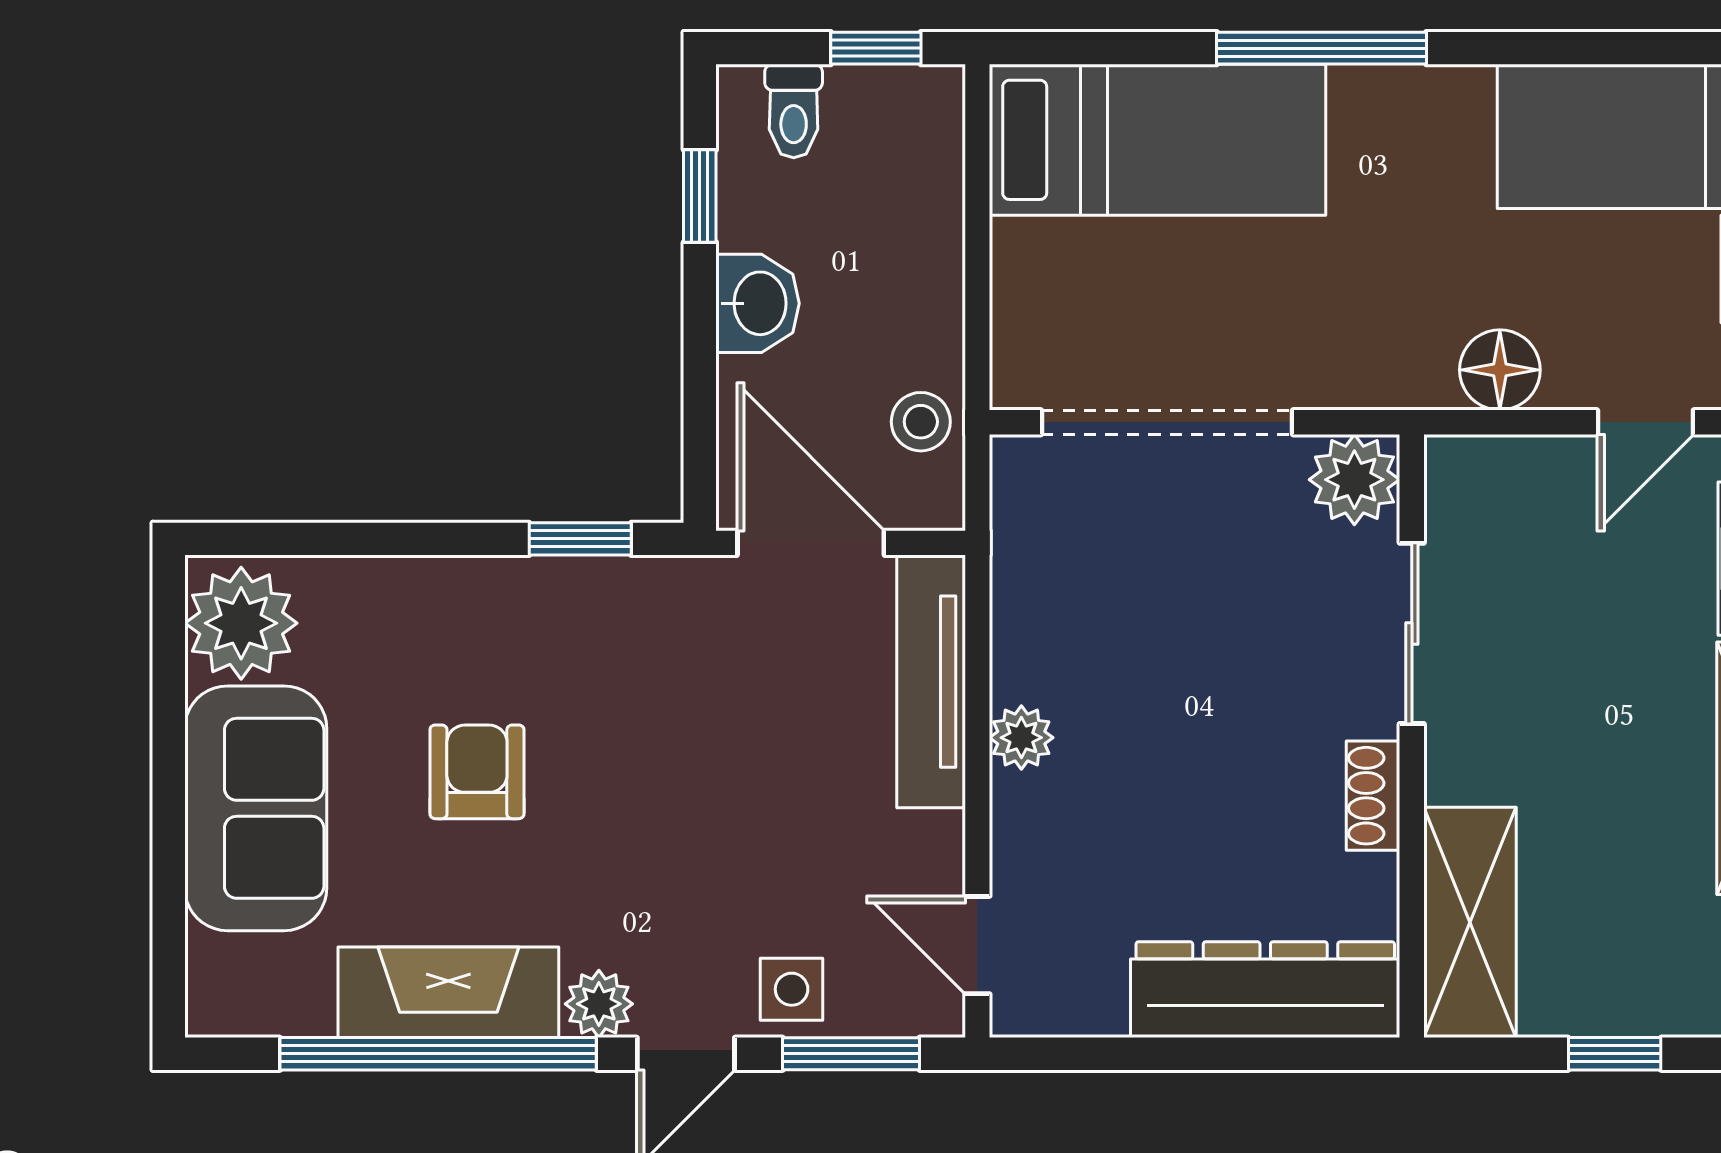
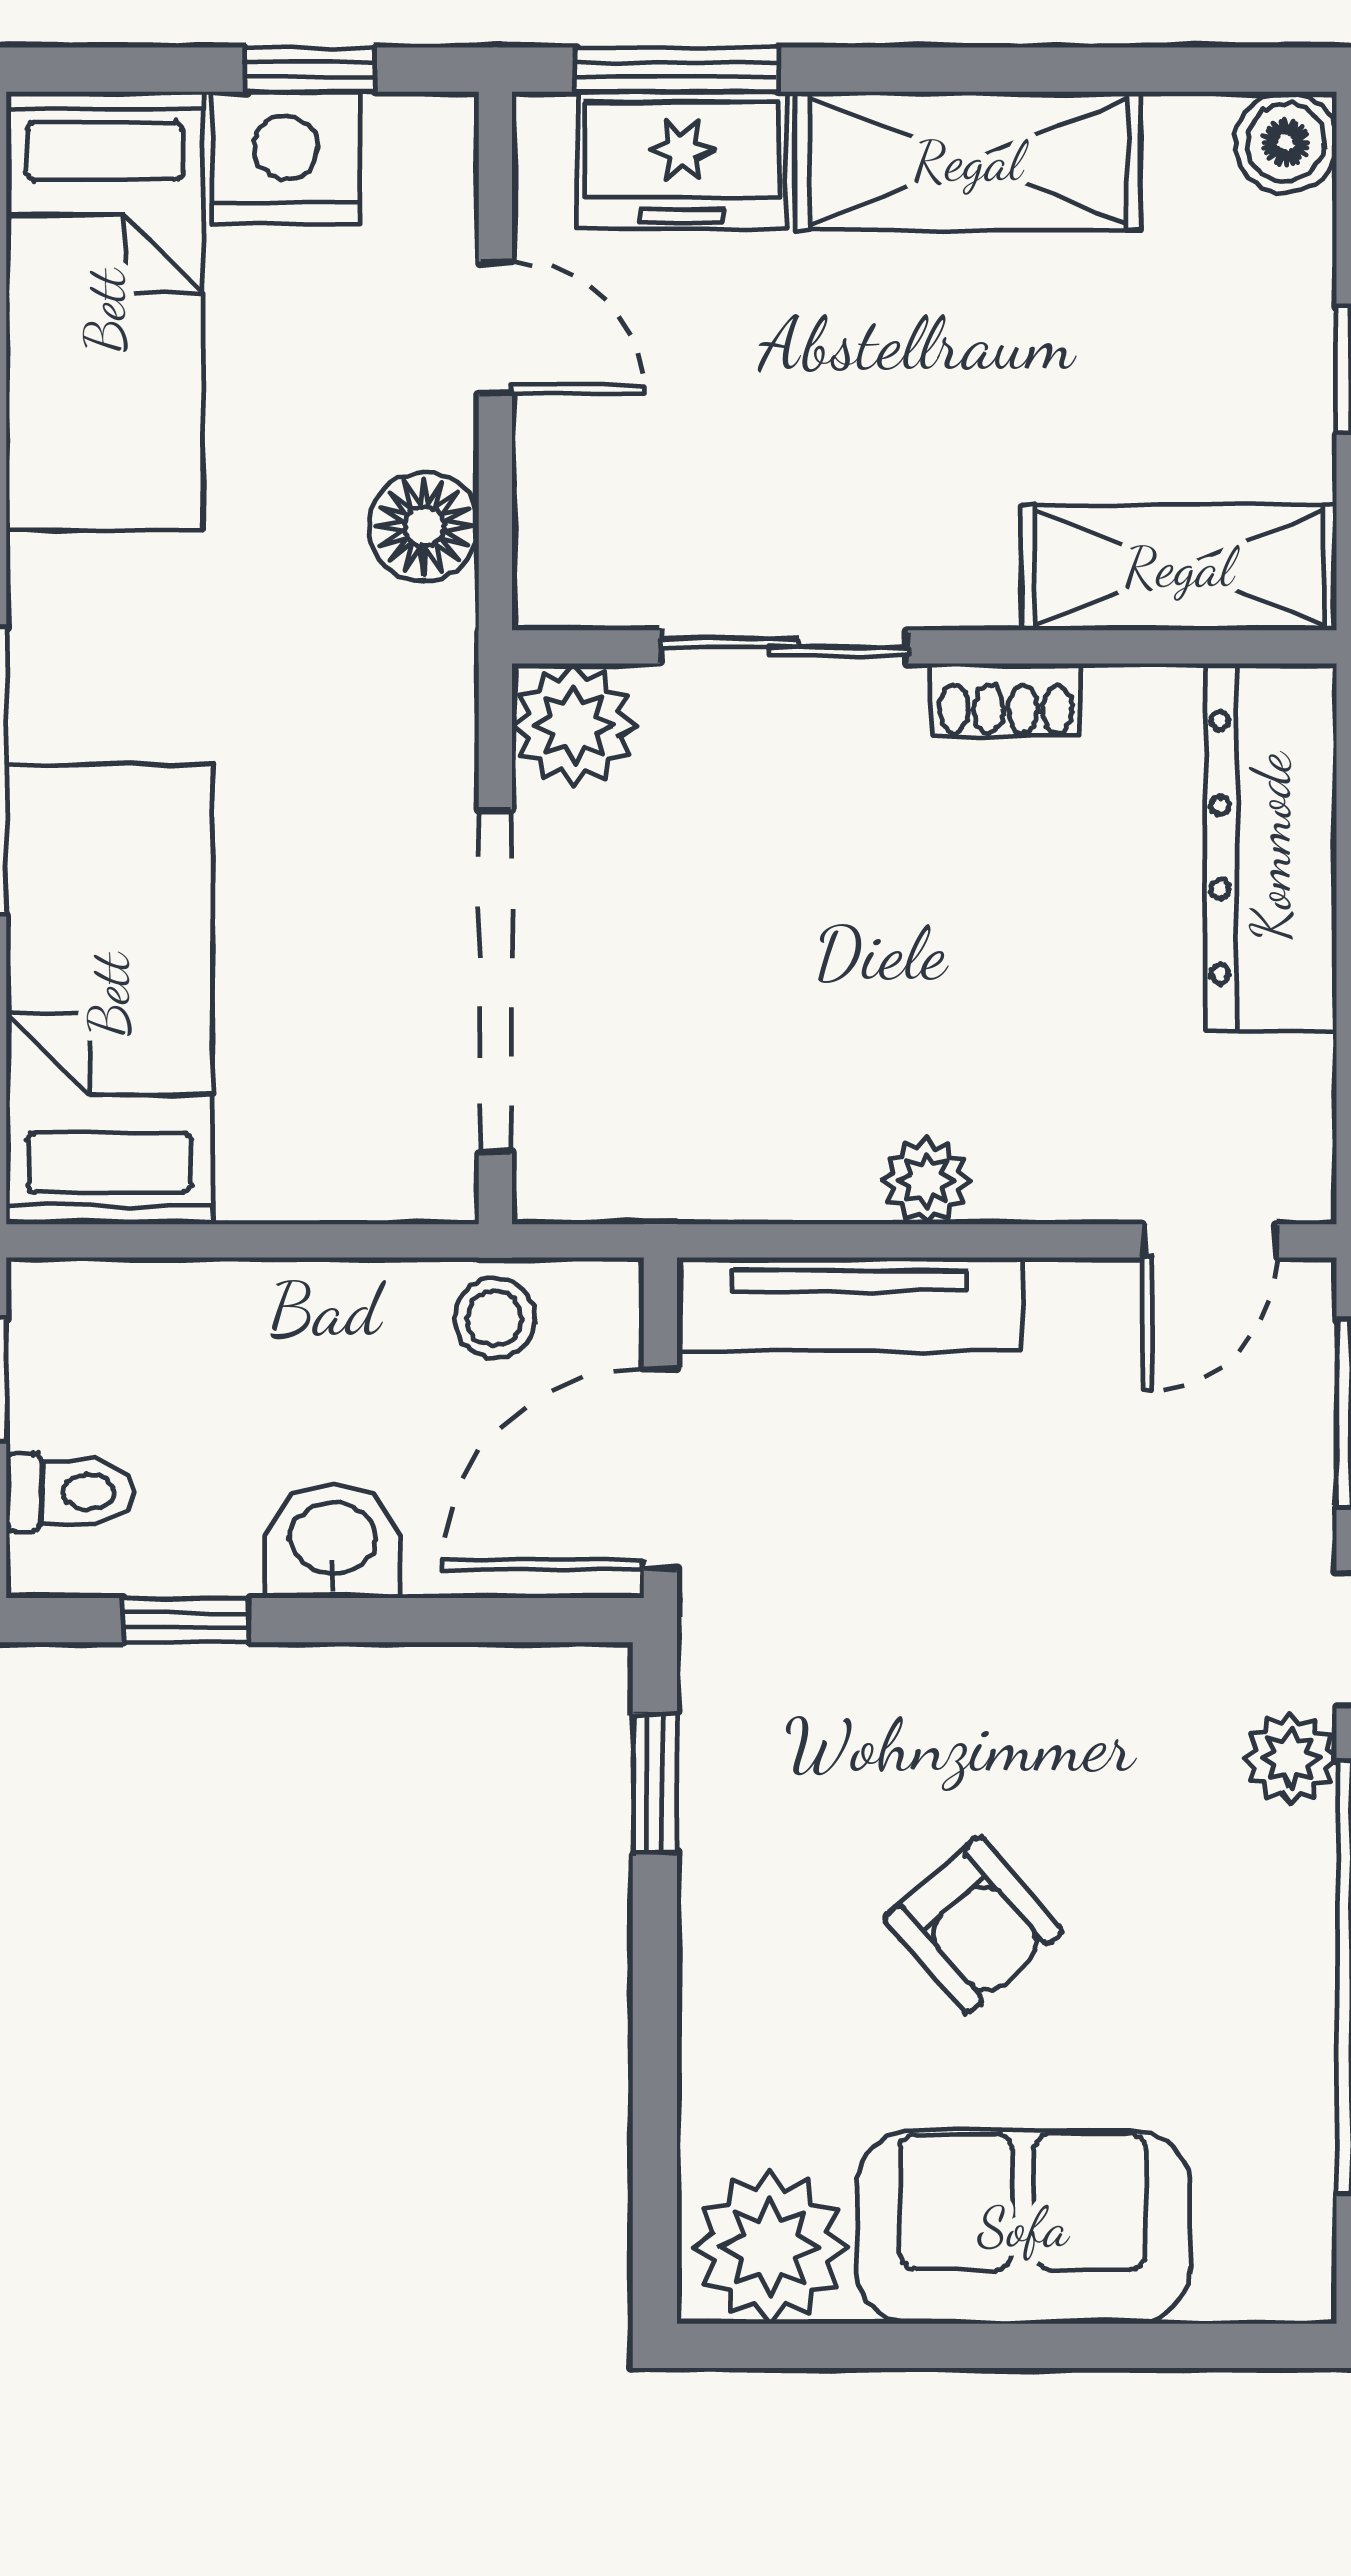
armchair: (477, 772) -> (973, 1925), turned -131
side table: (792, 989) -> (1270, 1495), removed
fireplace: (448, 992) -> (1275, 1964), removed

